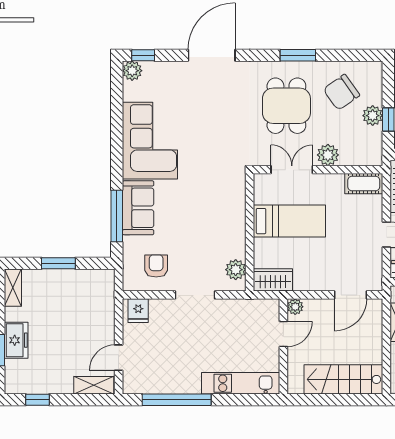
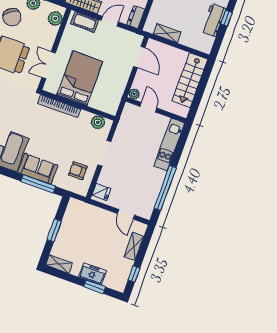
plant: (328, 155) -> (55, 18), moved
cot: (364, 184) -> (85, 22), moved, turned 90
bookcase: (239, 206) -> (59, 106), added
bed: (289, 221) -> (80, 78), width x1.50
wardrobe: (273, 280) -> (113, 102), removed
shelving: (94, 385) -> (134, 246), moved

